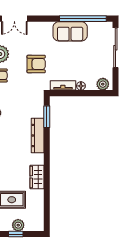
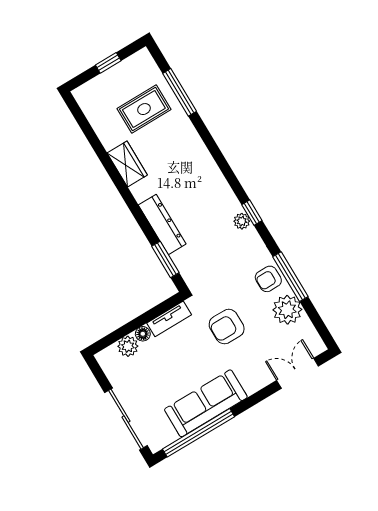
sofa: (70, 31) -> (206, 403), width x1.36
plant: (103, 84) -> (128, 346), moved
plant: (18, 225) -> (112, 78), removed

